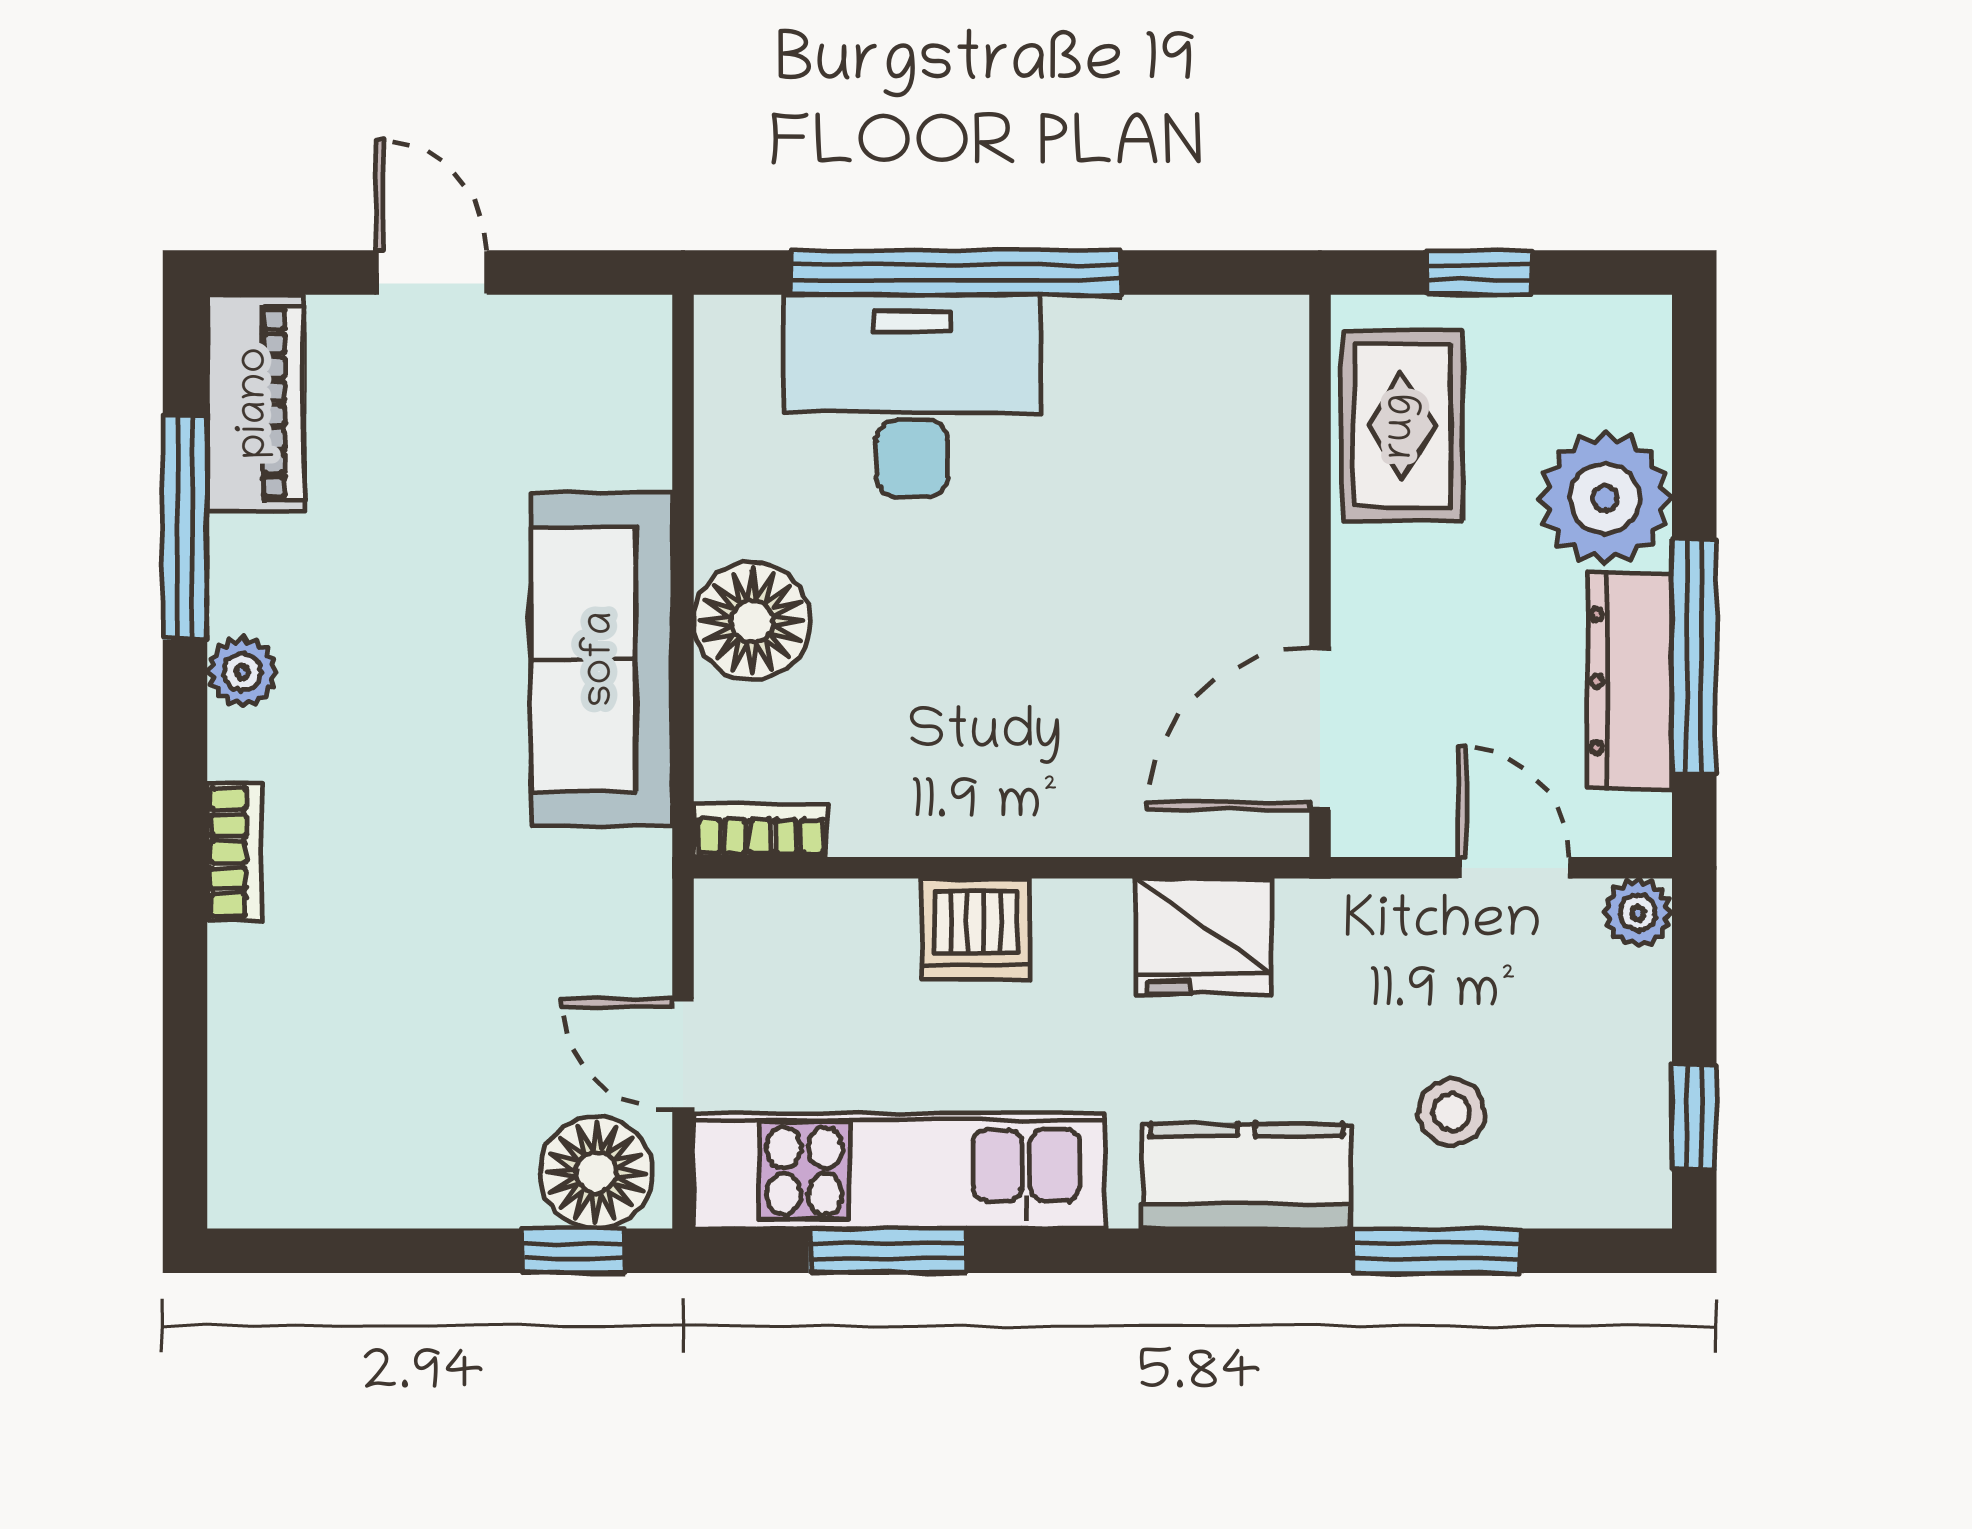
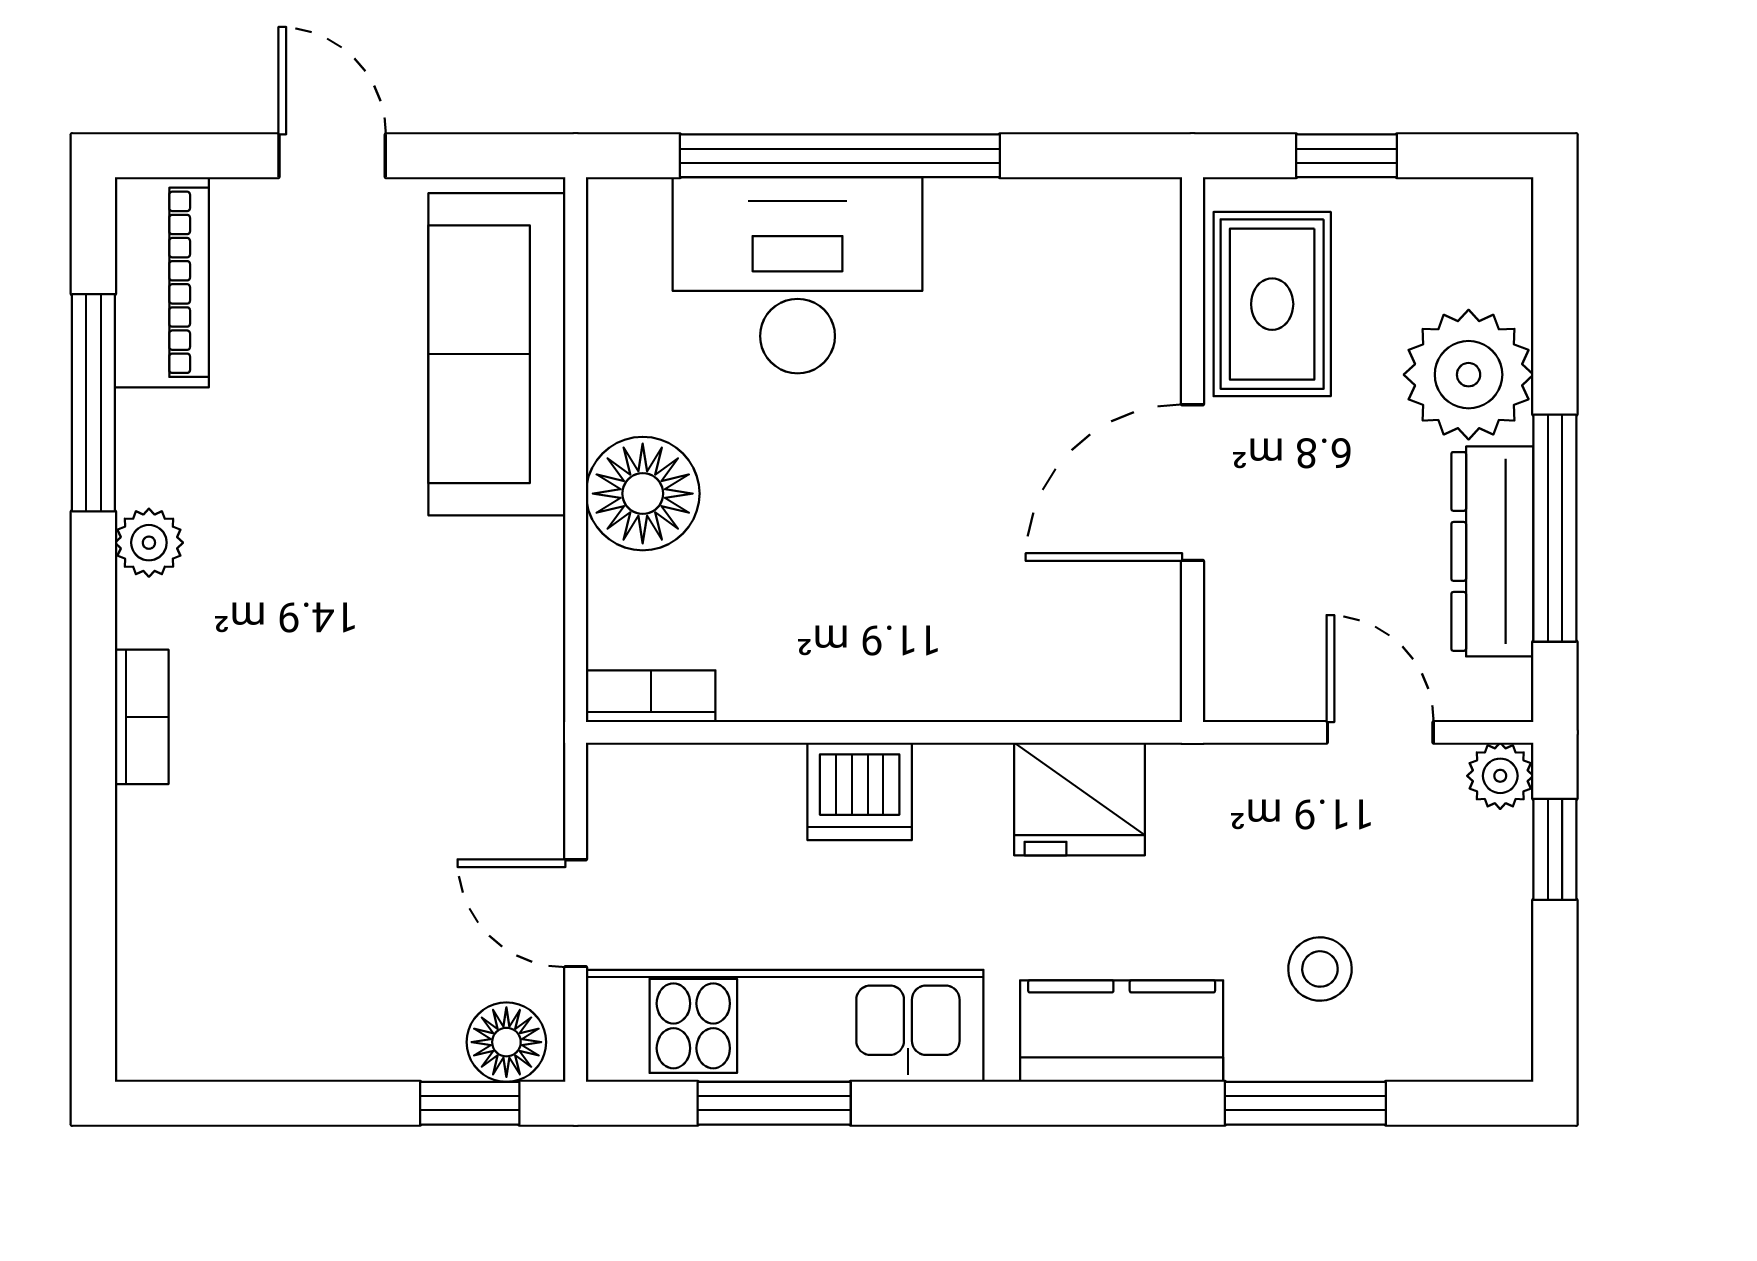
sofa: (602, 659) -> (497, 354), moved
door: (1320, 729) -> (1192, 483), moved
window: (1694, 1117) -> (1555, 849), moved
floor lamp: (596, 1172) -> (506, 1042), width x0.73, depth x0.73

